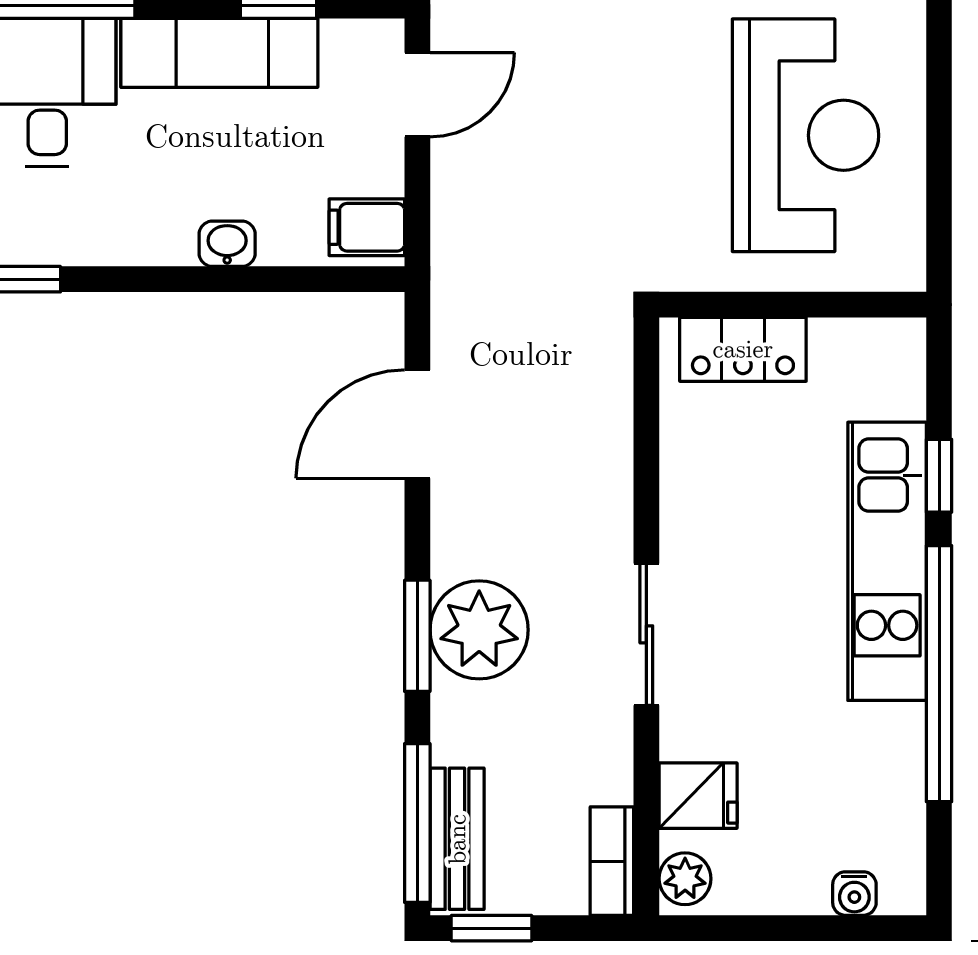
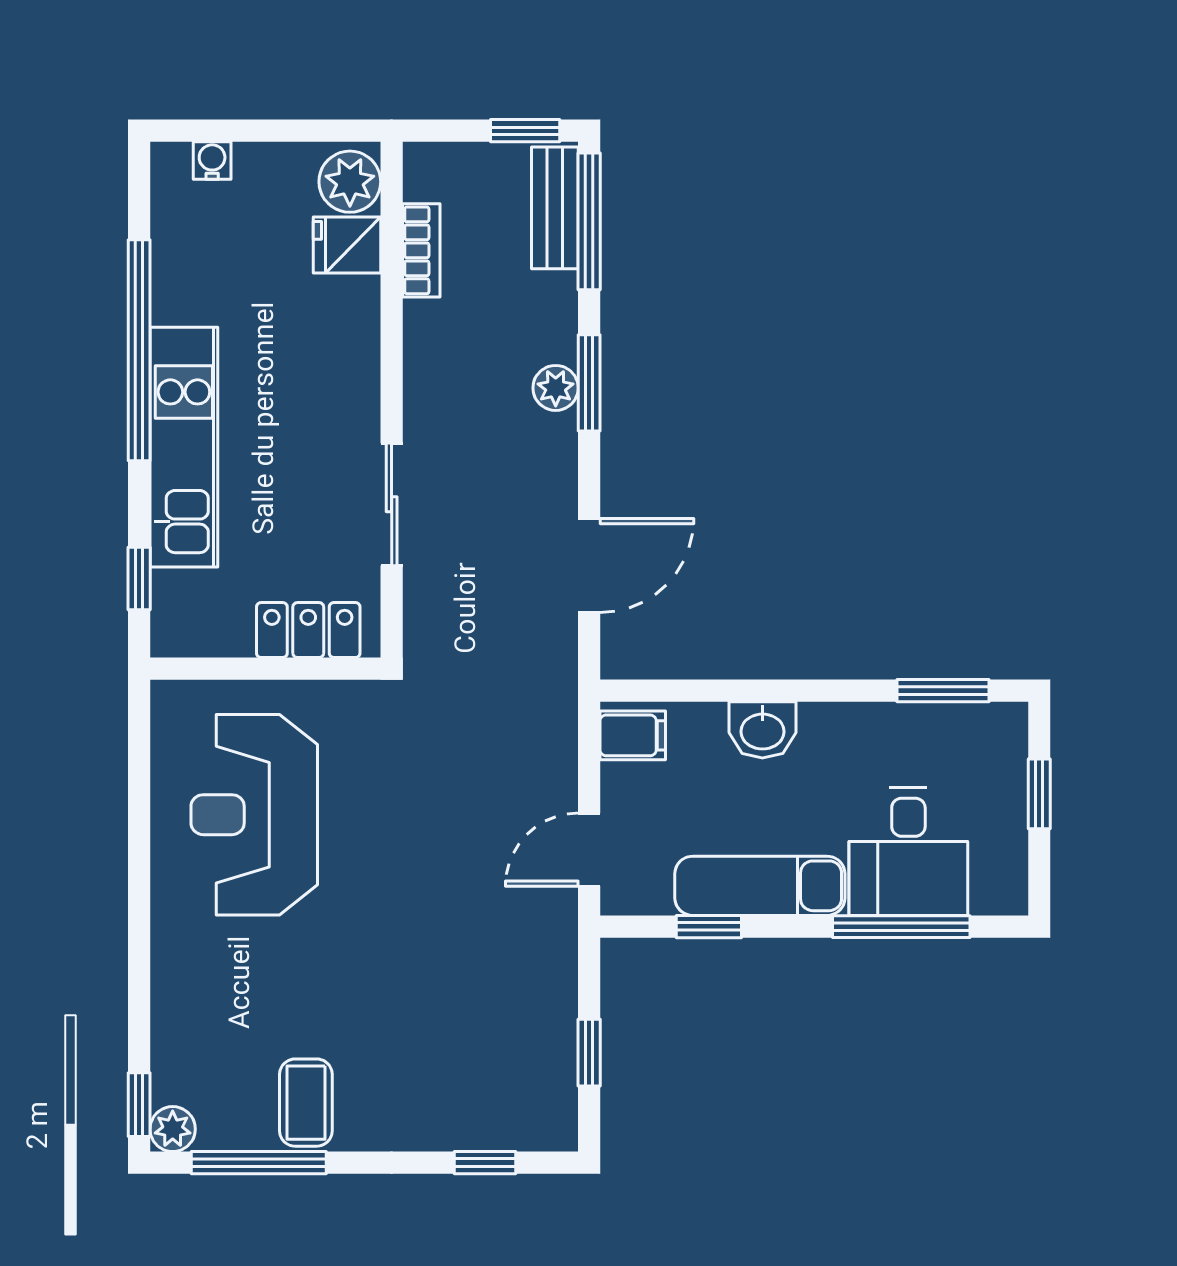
washbasin: (227, 244) -> (762, 730), width x1.38, depth x1.45
window: (939, 476) -> (139, 579), moved
plant: (479, 630) -> (556, 388), width x0.53, depth x0.53
sliding door: (646, 634) -> (392, 504), moved
bookcase: (612, 861) -> (421, 250), moved
plant: (685, 879) -> (350, 182), width x1.38, depth x1.38

